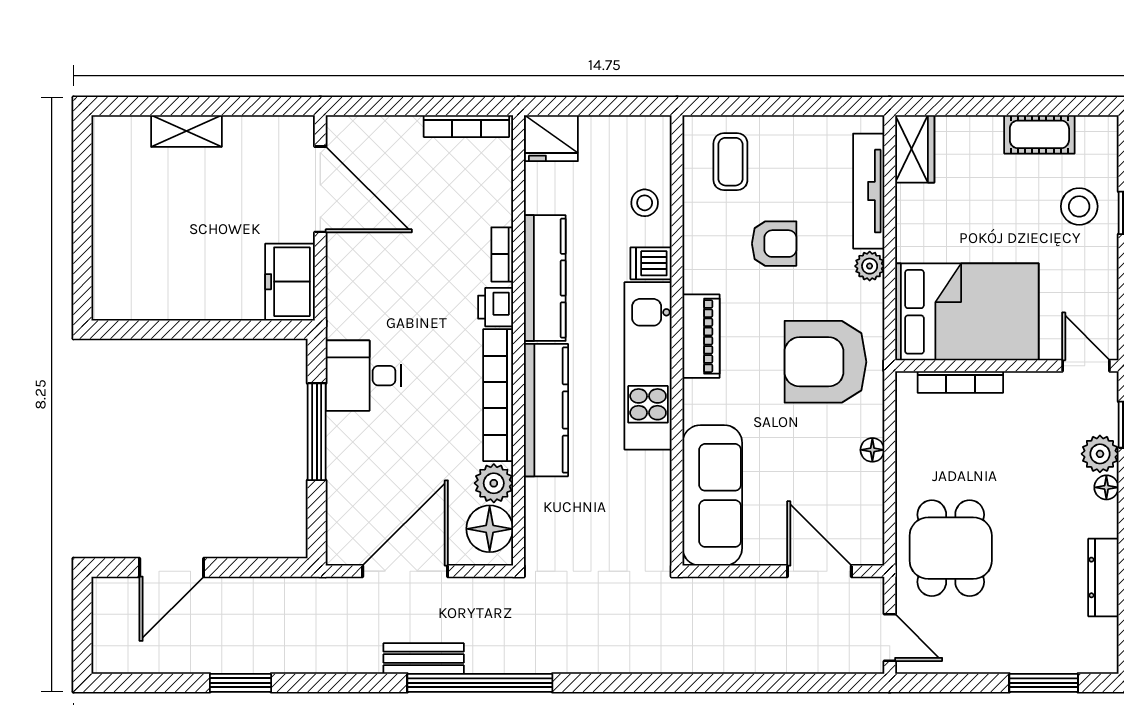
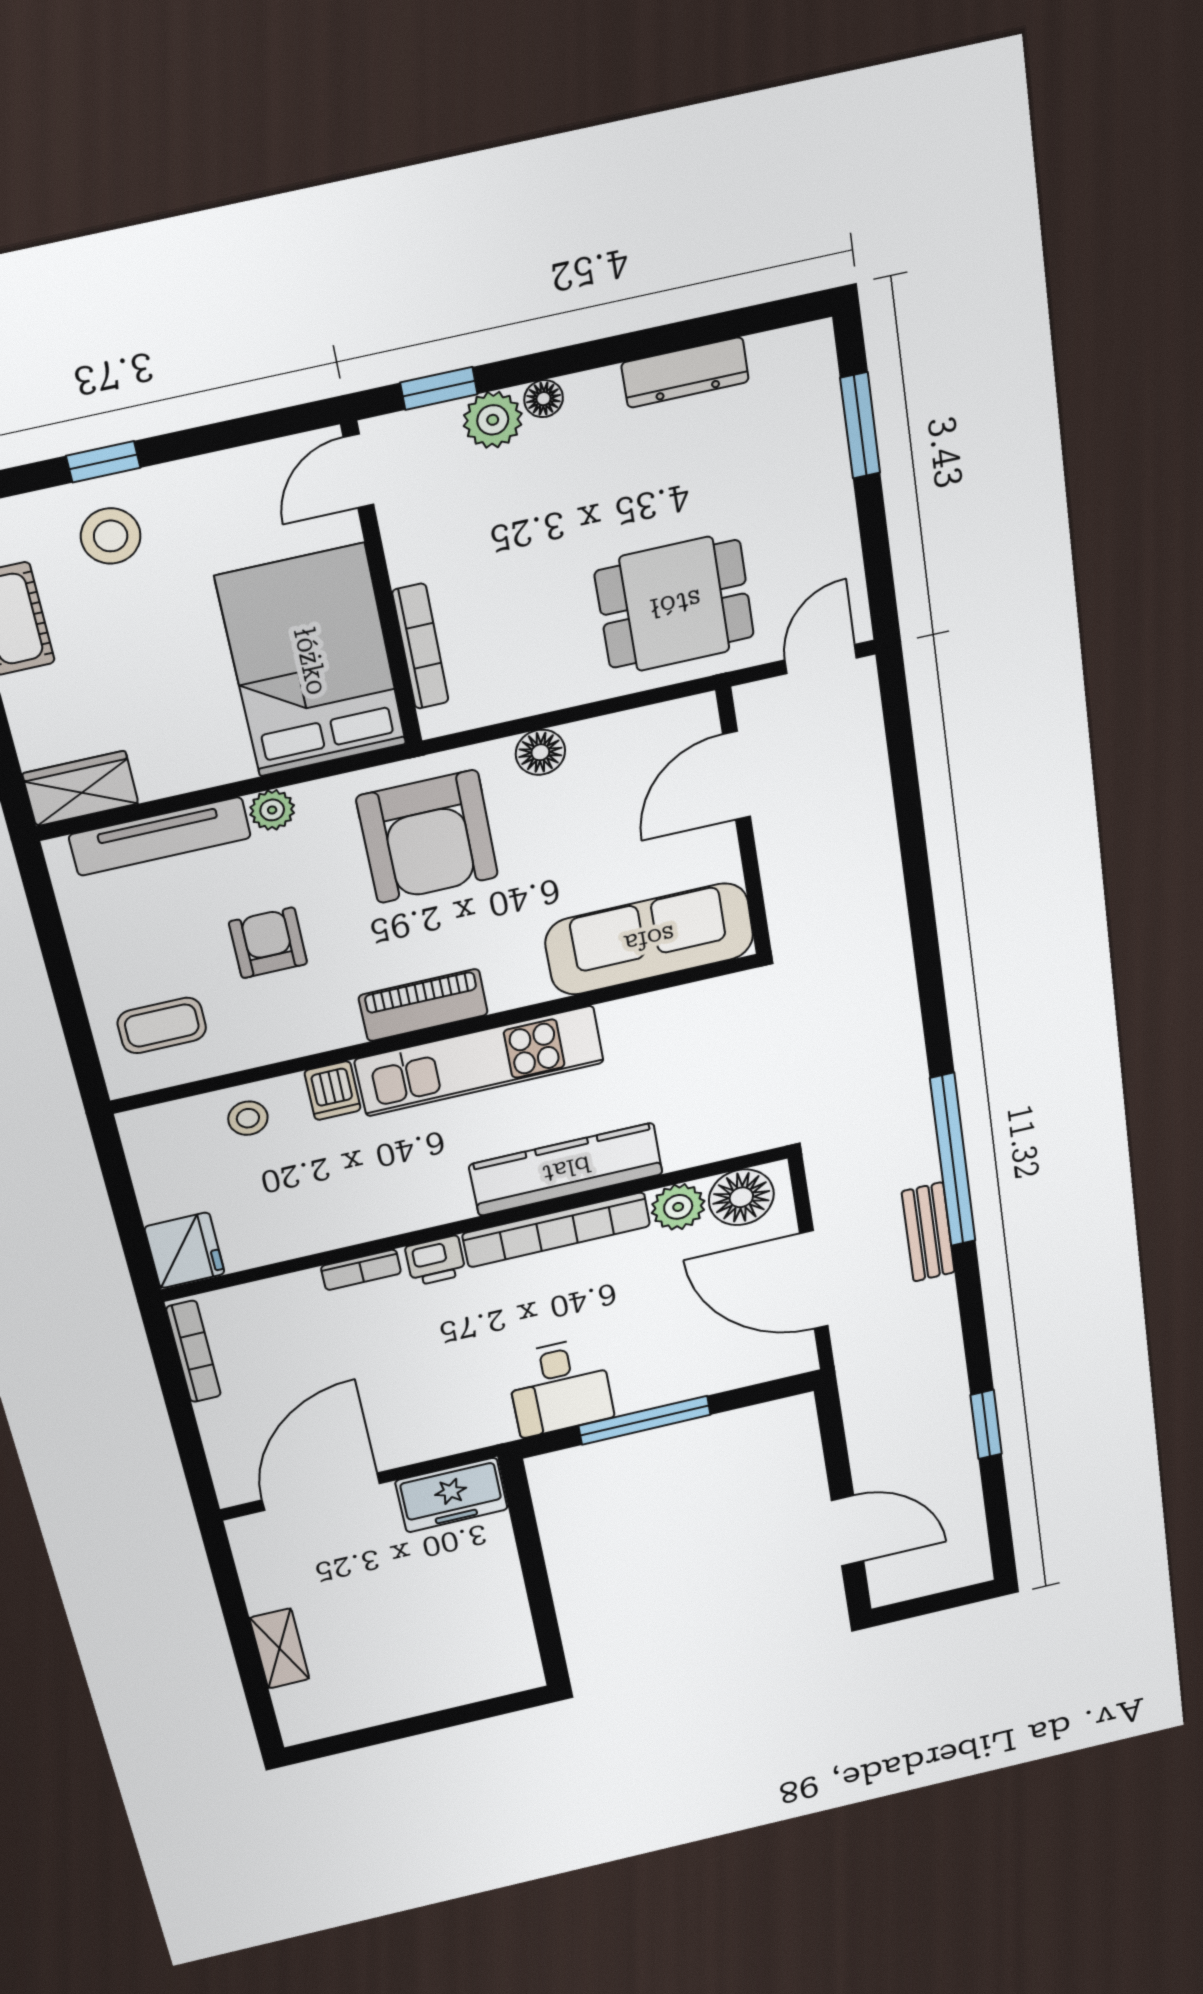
kitchen counter: (545, 278) -> (382, 1213), removed
floor lamp: (872, 450) -> (540, 752), width x1.37, depth x1.37

